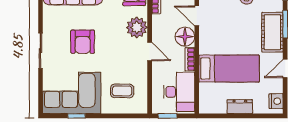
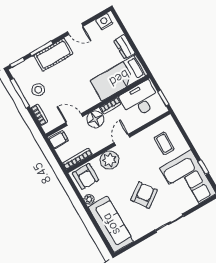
door: (197, 16) -> (74, 119), swing flipped
armchair: (83, 42) -> (144, 195), turned -36
bed: (229, 69) -> (119, 78), moved, turned -90

